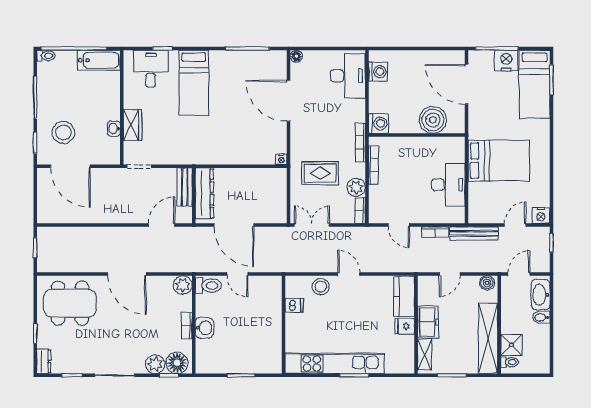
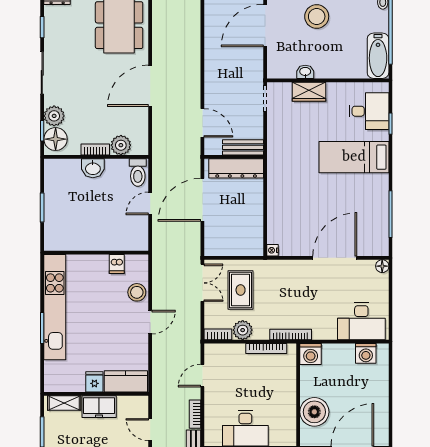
stool: (63, 132) -> (317, 16), moved
rug: (320, 173) -> (241, 290), moved
plant: (183, 285) -> (121, 145), moved

